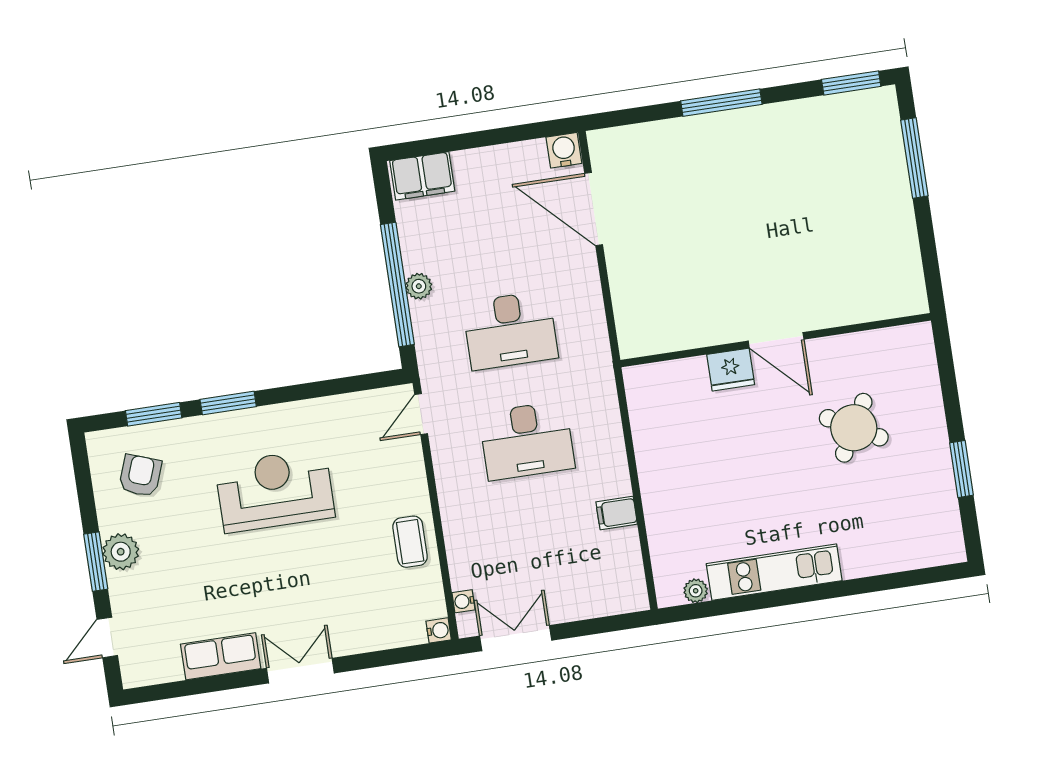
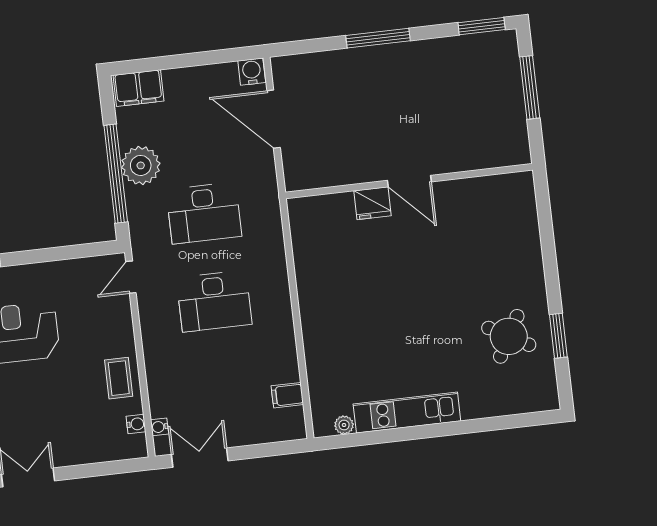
plant: (419, 286) -> (141, 165), width x1.88, depth x1.88
door: (776, 340) -> (409, 181), moved
wall: (776, 340) -> (409, 181), moved
fridge: (731, 370) -> (372, 203), moved
round table: (854, 428) -> (509, 336), moved
filing cabinet: (617, 513) -> (287, 395), moved
water cooler: (439, 630) -> (136, 424), moved

